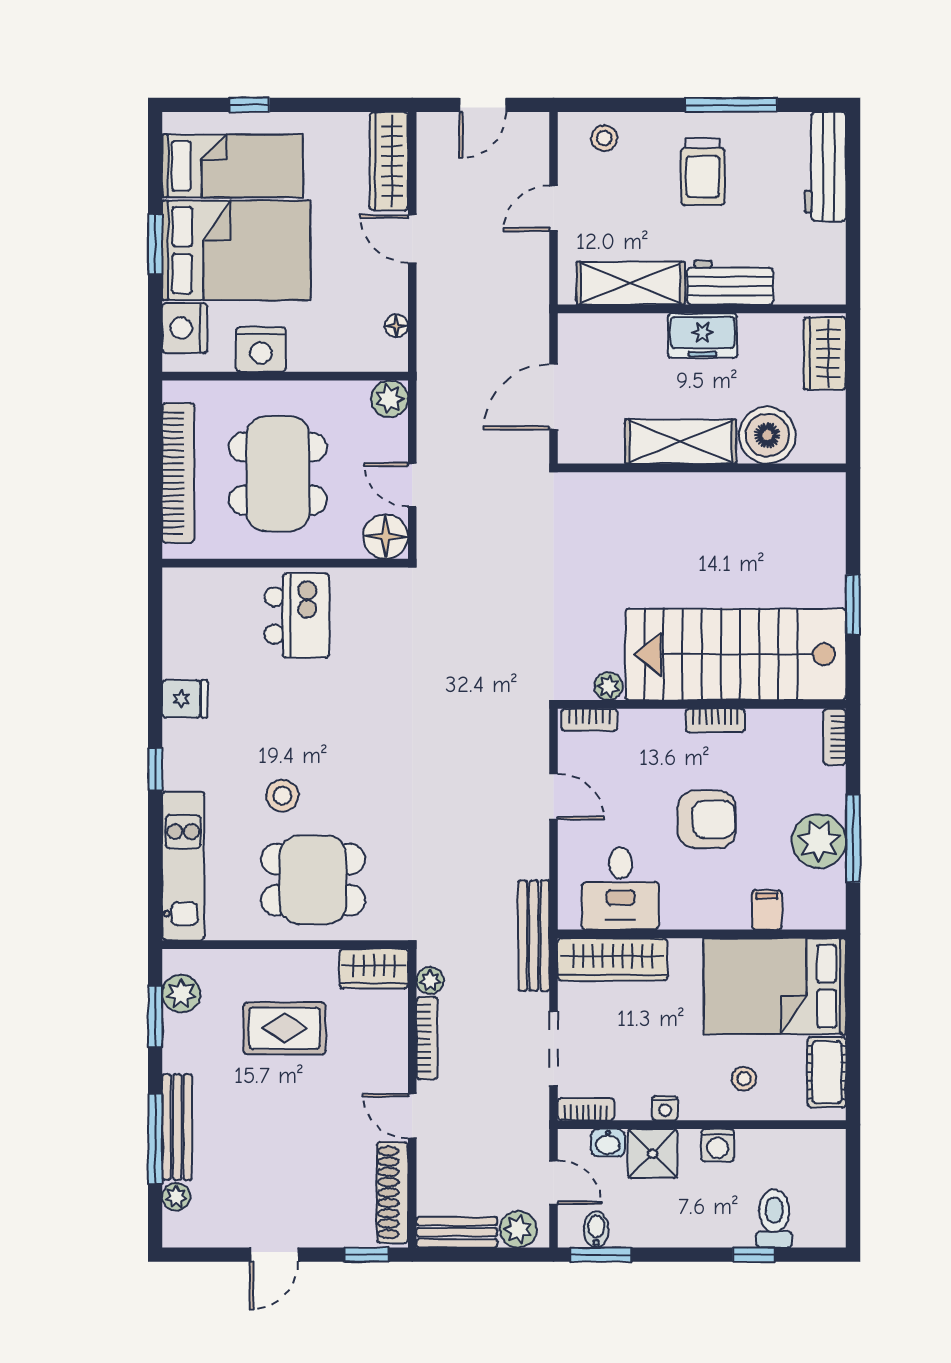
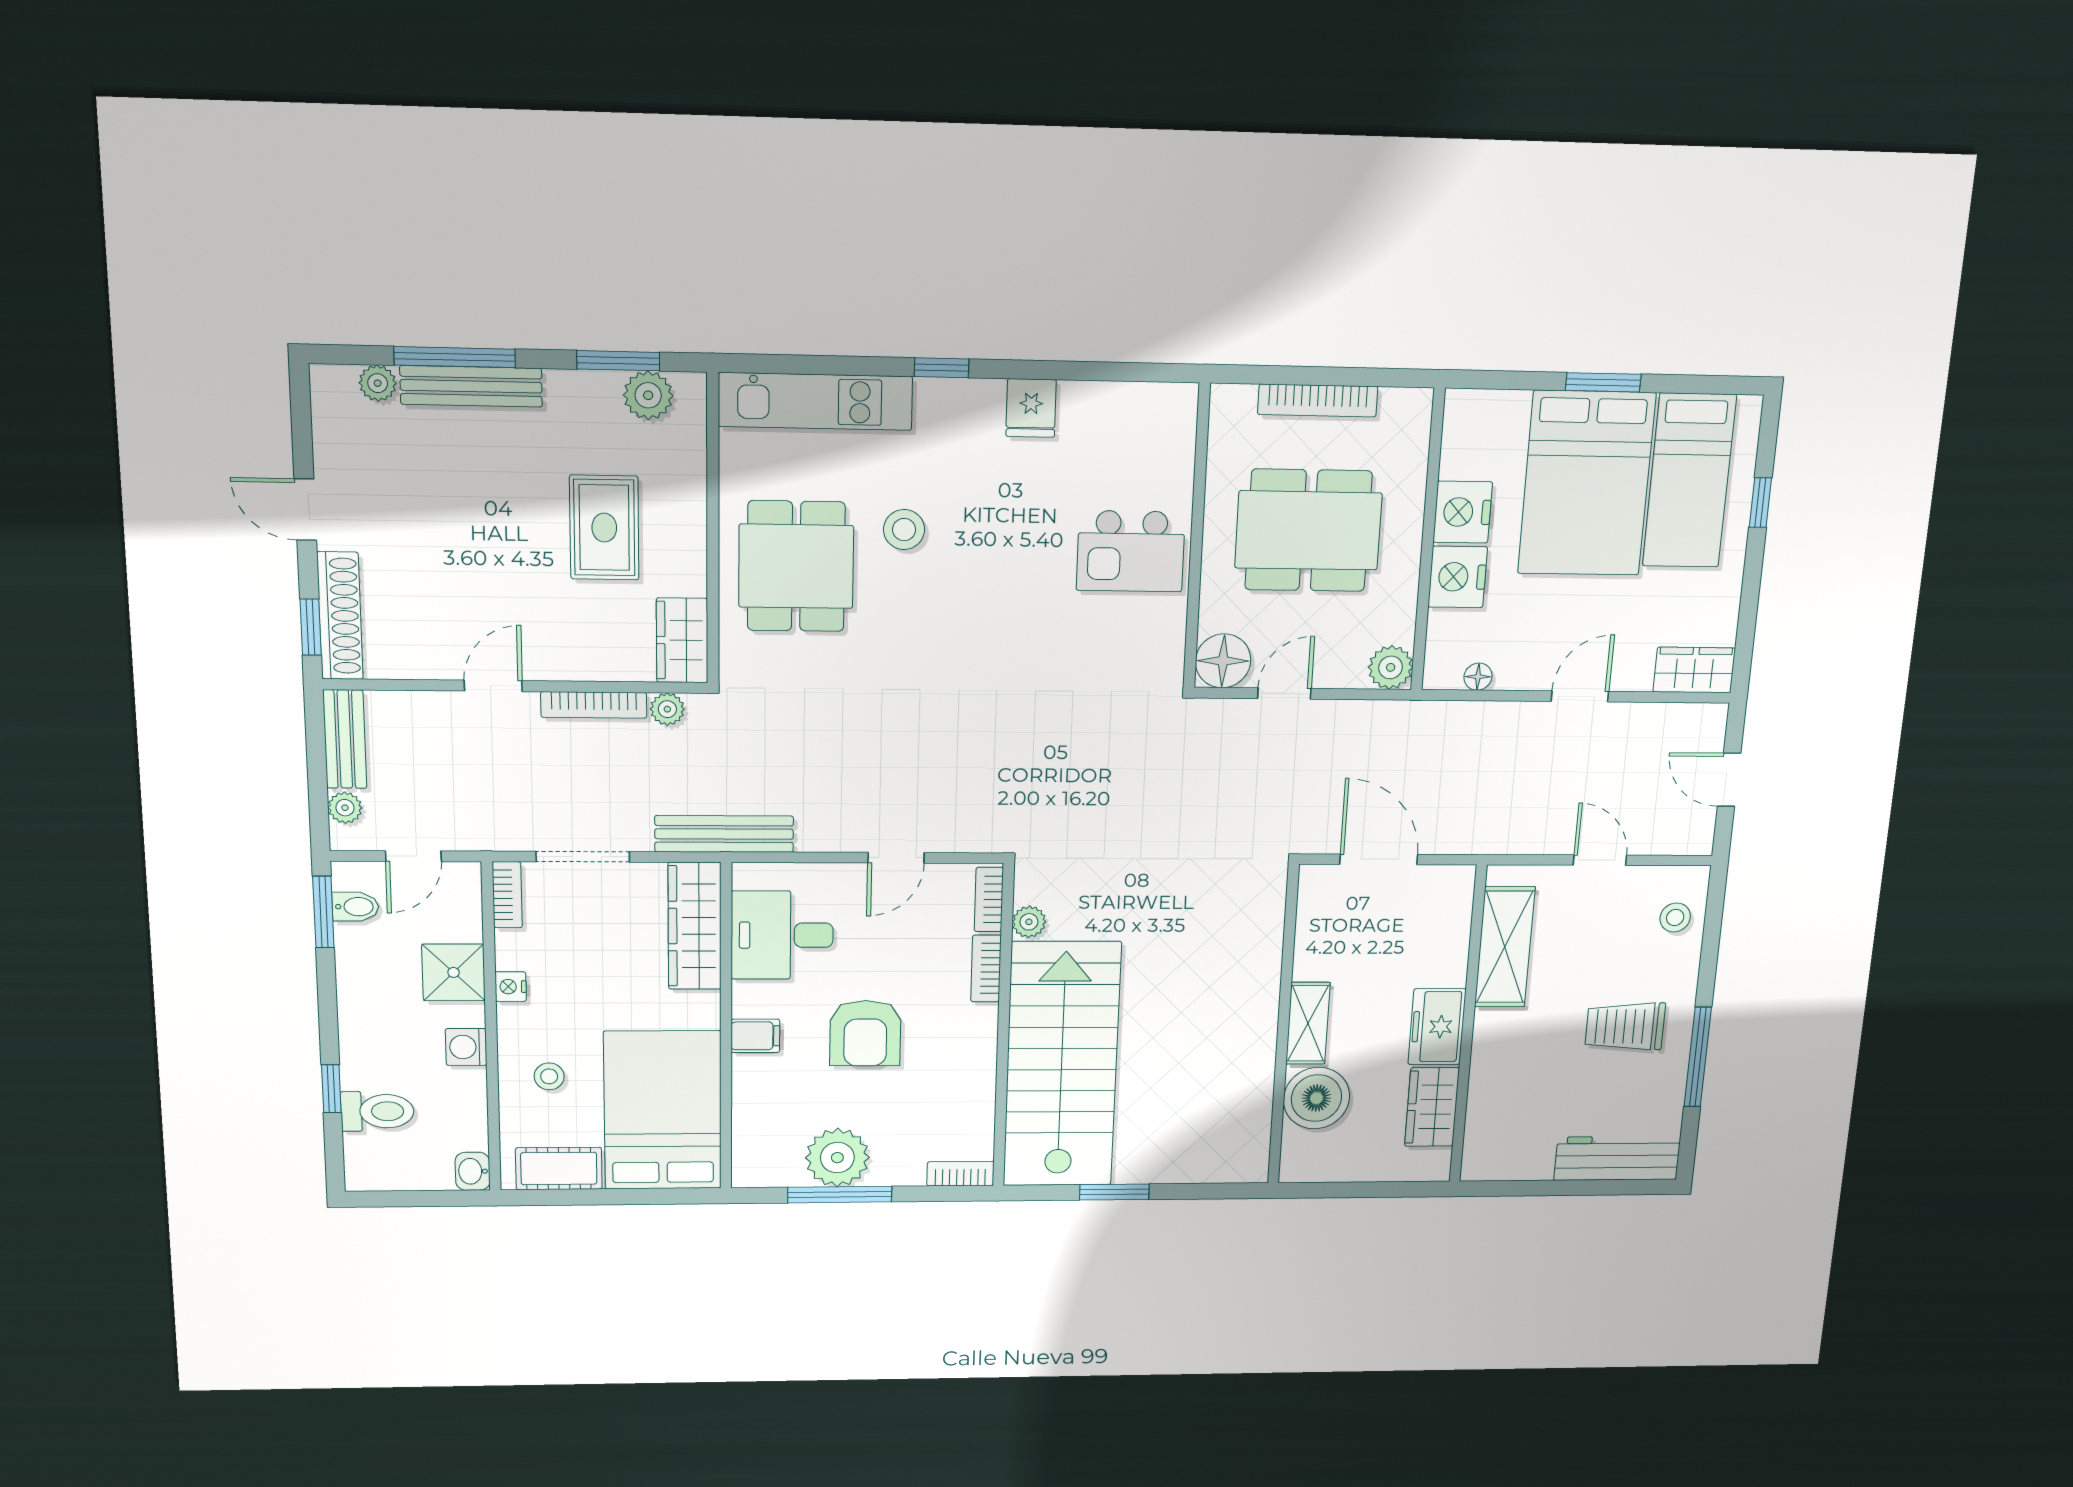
wardrobe: (389, 161) -> (1694, 670), width x0.67
workbench: (730, 283) -> (1496, 1057), removed
nightstand: (185, 328) -> (1458, 577), moved, turned -90
wardrobe: (825, 353) -> (1432, 1107), moved, turned -90
shelving: (681, 441) -> (1308, 1023), width x0.67, depth x0.75
bookcase: (178, 473) -> (1318, 400), width x0.68, depth x0.76
bookcase: (715, 720) -> (986, 968), moved
filing cabinet: (767, 910) -> (755, 1036), moved
washbasin: (608, 1143) -> (473, 1171), moved
shoe rack: (392, 1193) -> (340, 616), moved, turned 90
plant: (518, 1229) -> (345, 808), width x0.73, depth x0.73

